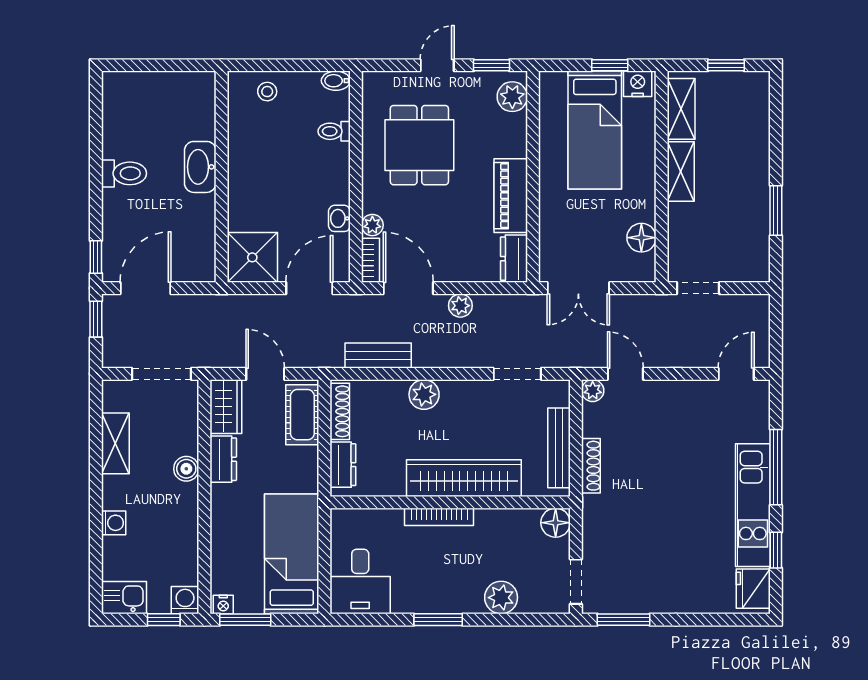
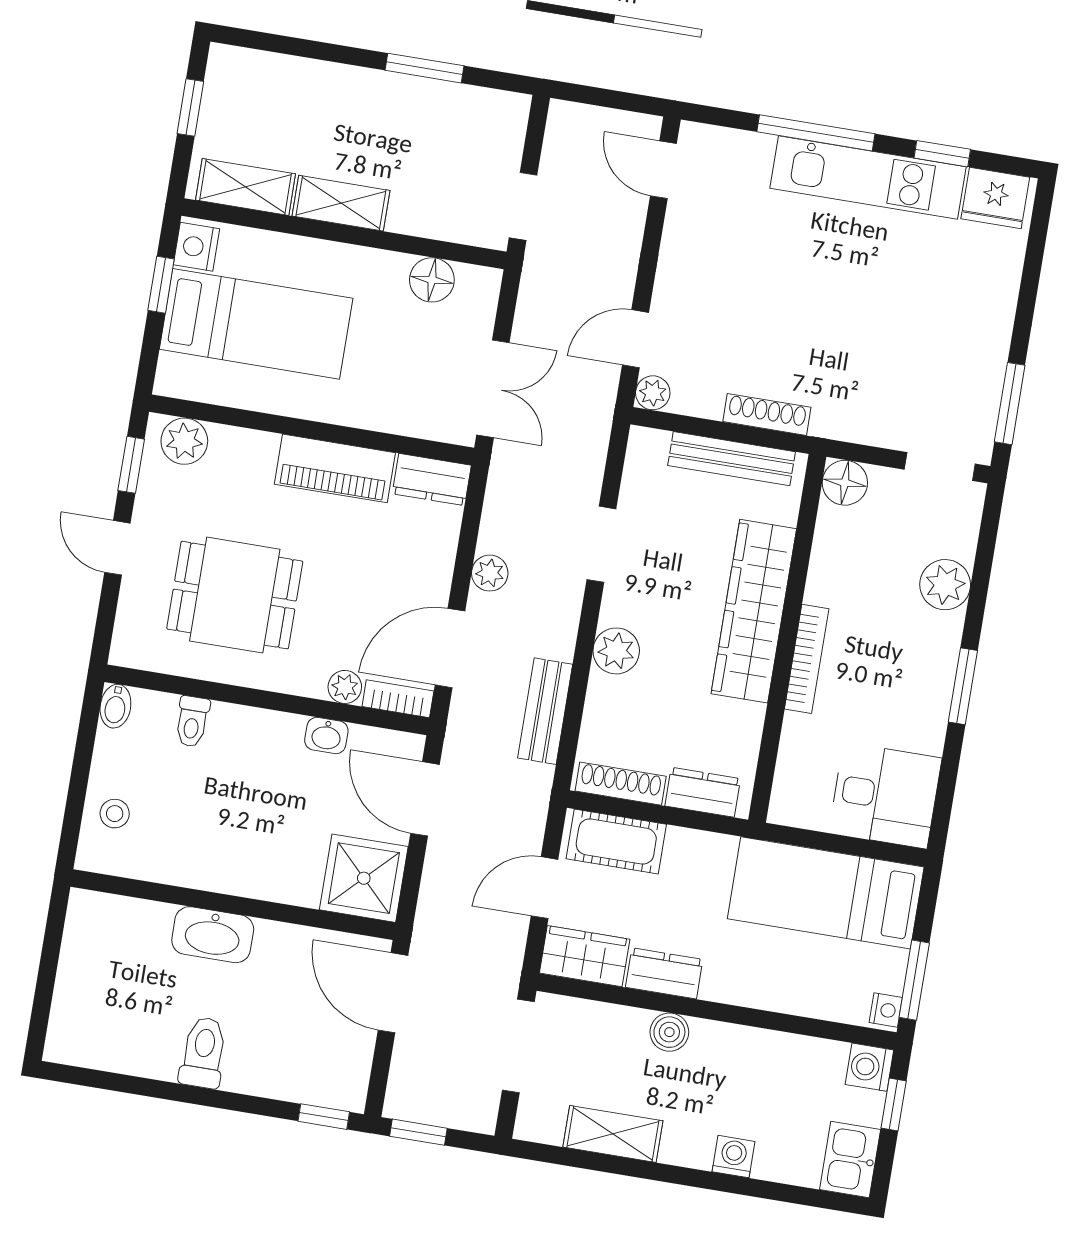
door: (146, 288) -> (393, 993), moved
doorway: (517, 374) -> (601, 544), moved

